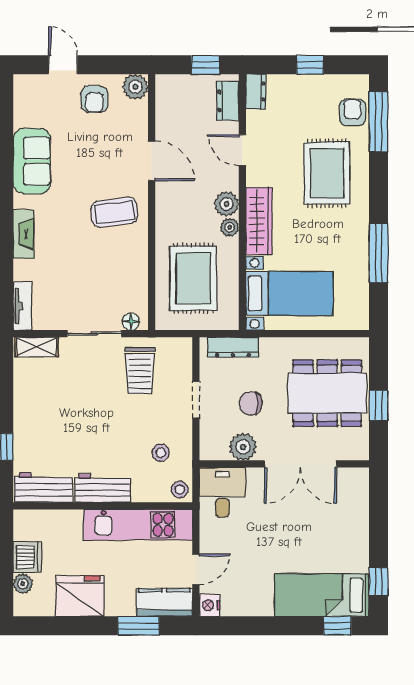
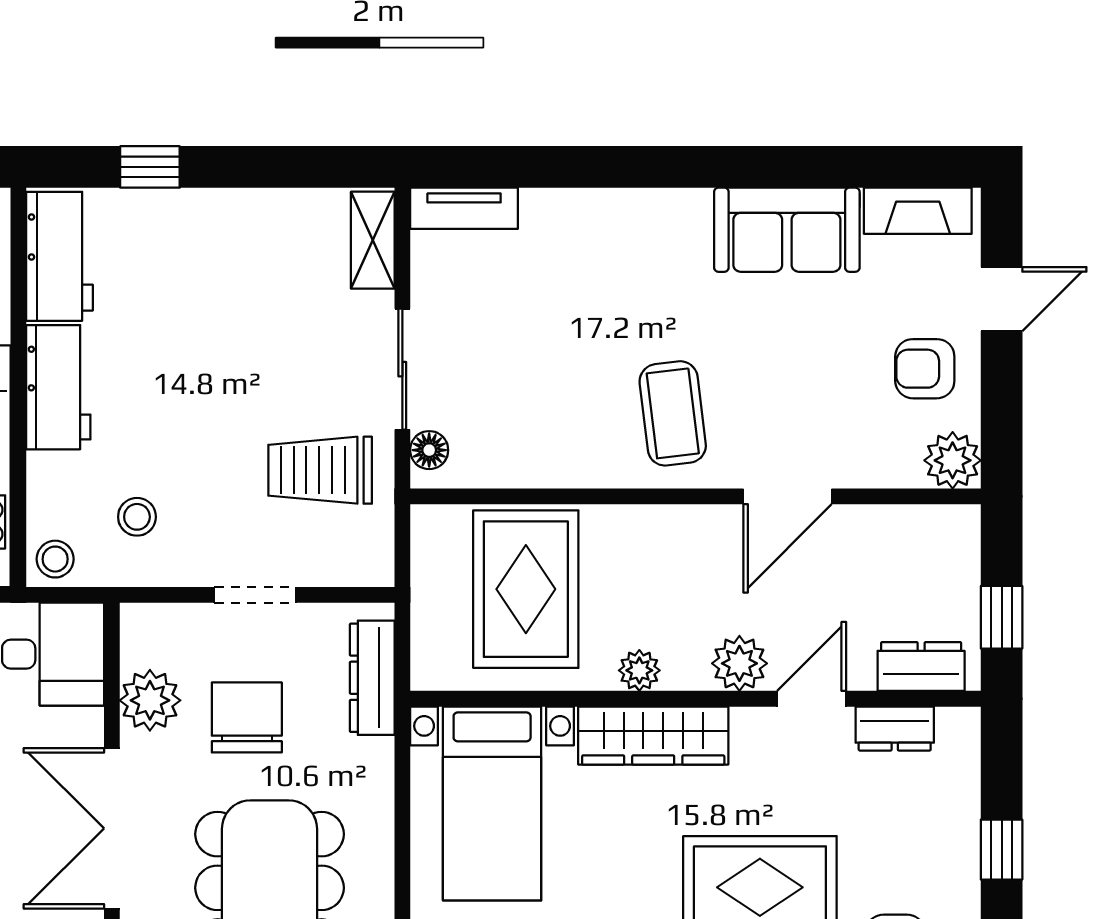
dresser: (256, 92) -> (895, 729), moved
plant: (226, 204) -> (739, 663), moved
fireplace: (23, 234) -> (918, 211), moved
rug: (193, 278) -> (526, 589), turned 90
chair: (251, 403) -> (247, 717), width x1.37, depth x1.37

